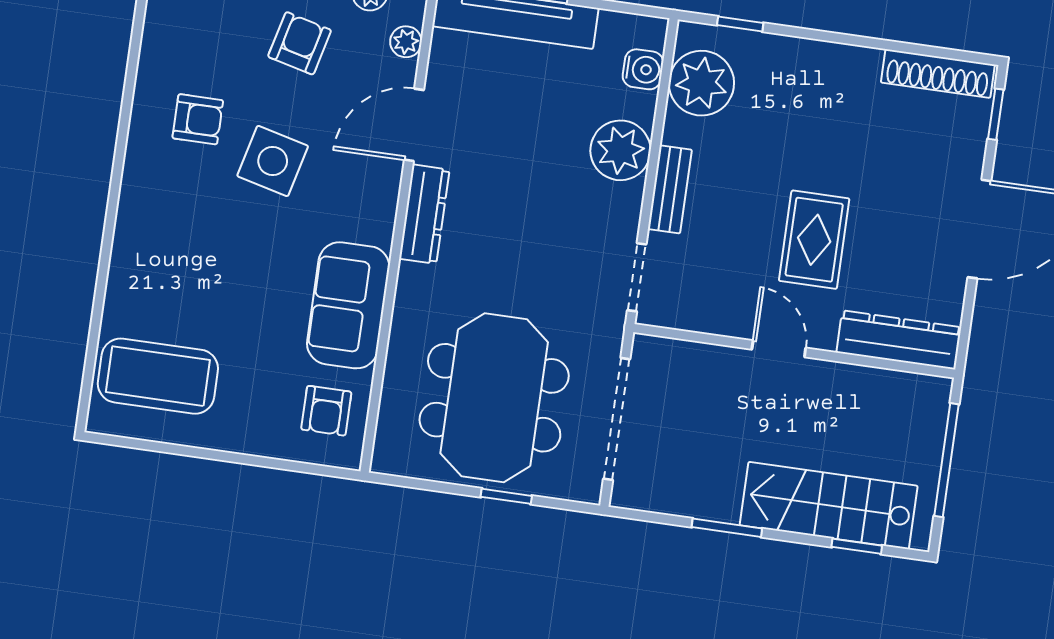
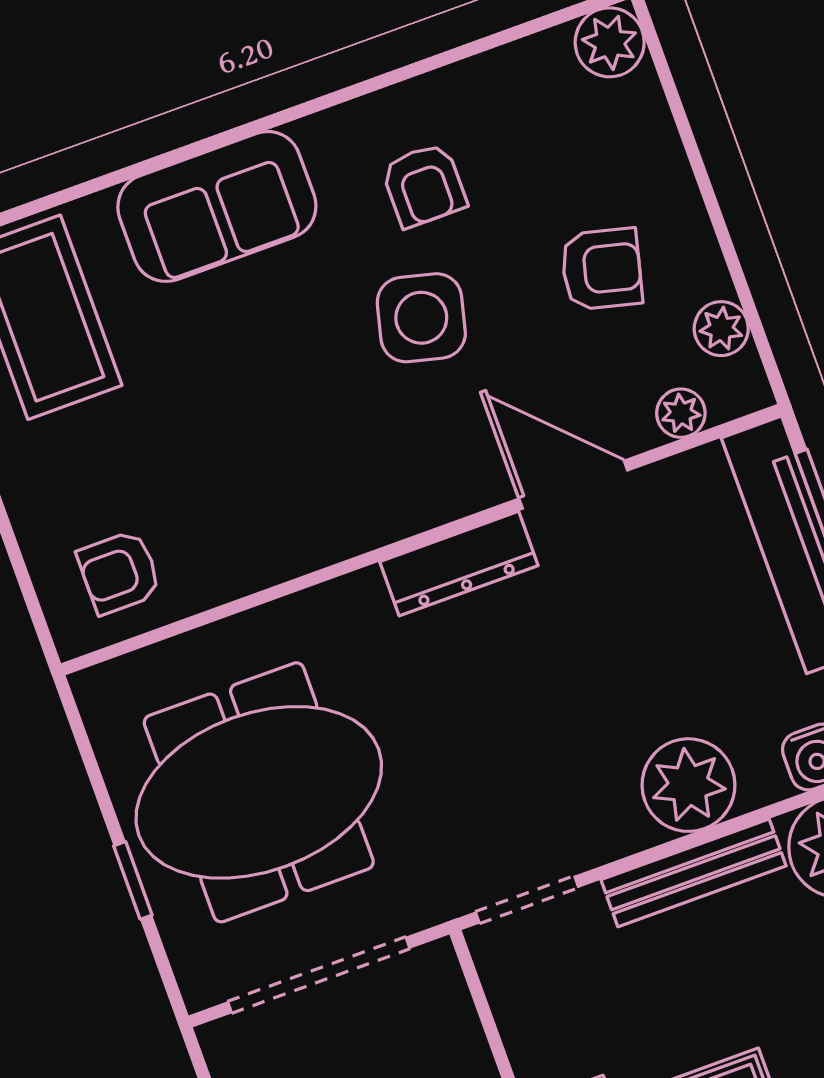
bench: (670, 189) -> (693, 873), width x1.36
sofa: (348, 305) -> (217, 206), moved, turned 180

